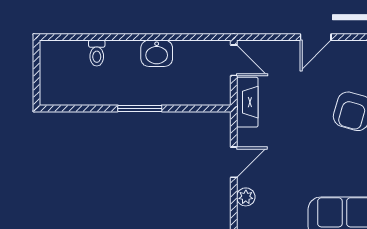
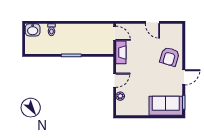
door: (316, 37) -> (152, 22), hinge flipped
washbasin: (157, 53) -> (33, 30), moved

